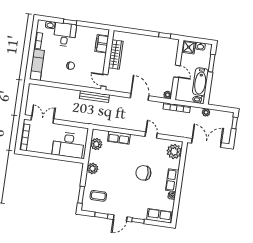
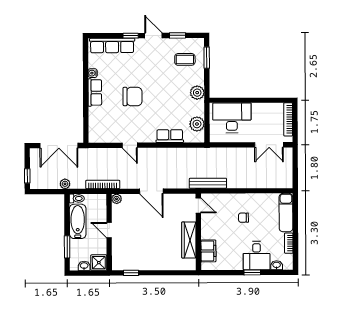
plant: (174, 152) -> (98, 129), removed
row of seats: (159, 216) -> (112, 45), width x1.48
door: (120, 218) -> (153, 36), hinge flipped

